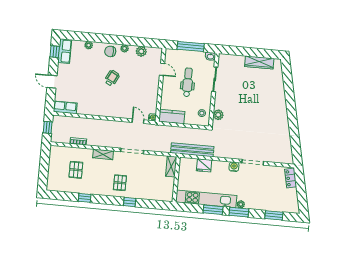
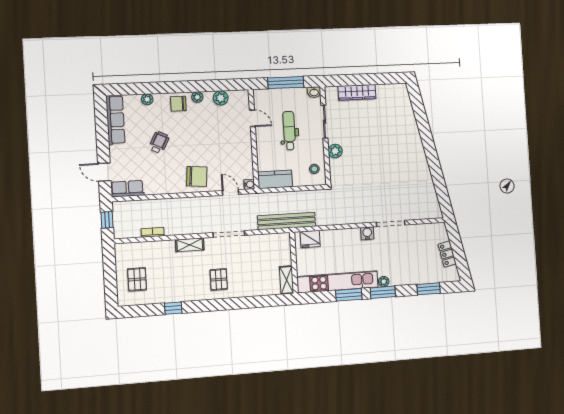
row of seats: (65, 51) -> (115, 120), width x1.48
window: (55, 52) -> (101, 115), removed
wardrobe: (259, 62) -> (357, 92), moved
wheelchair: (112, 78) -> (159, 142), moved
door: (52, 82) -> (104, 172), moved
chair: (115, 106) -> (197, 176), added
plant: (218, 115) -> (335, 151), moved
bench: (192, 150) -> (287, 221), moved
fridge: (204, 165) -> (310, 239), moved
shelving: (171, 167) -> (287, 280), moved
pallet: (76, 170) -> (137, 279), moved
locker: (291, 178) -> (447, 254), moved
window: (130, 202) -> (236, 303), removed

